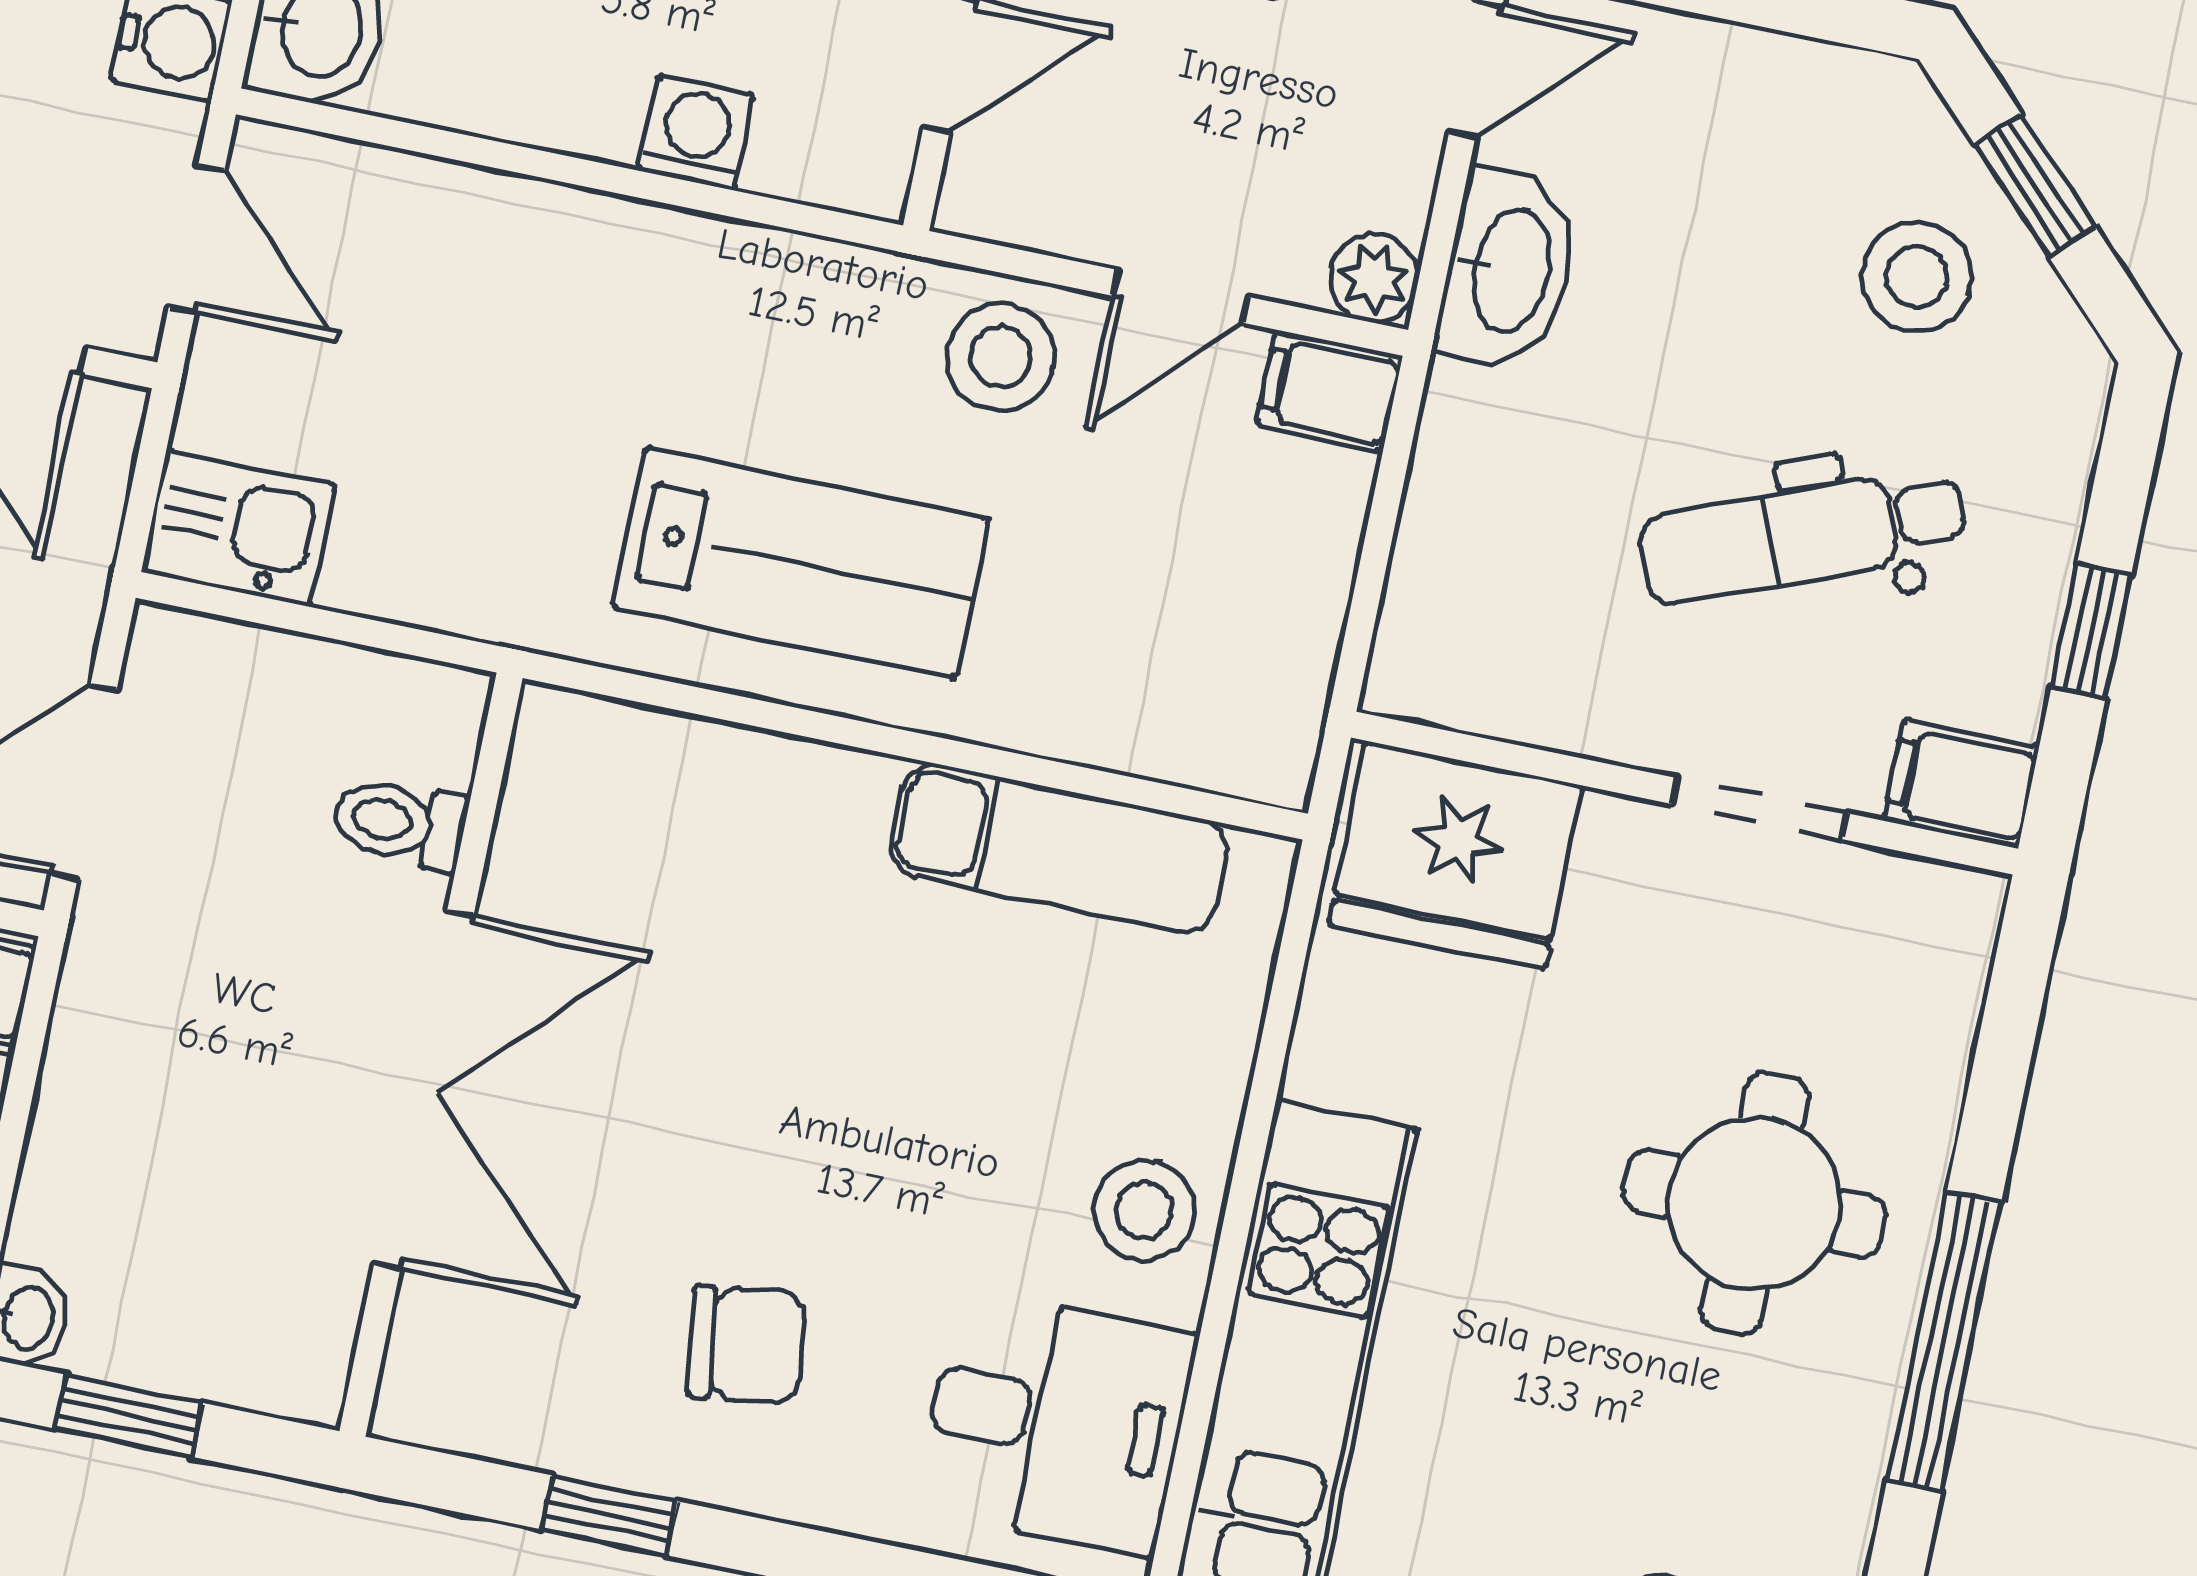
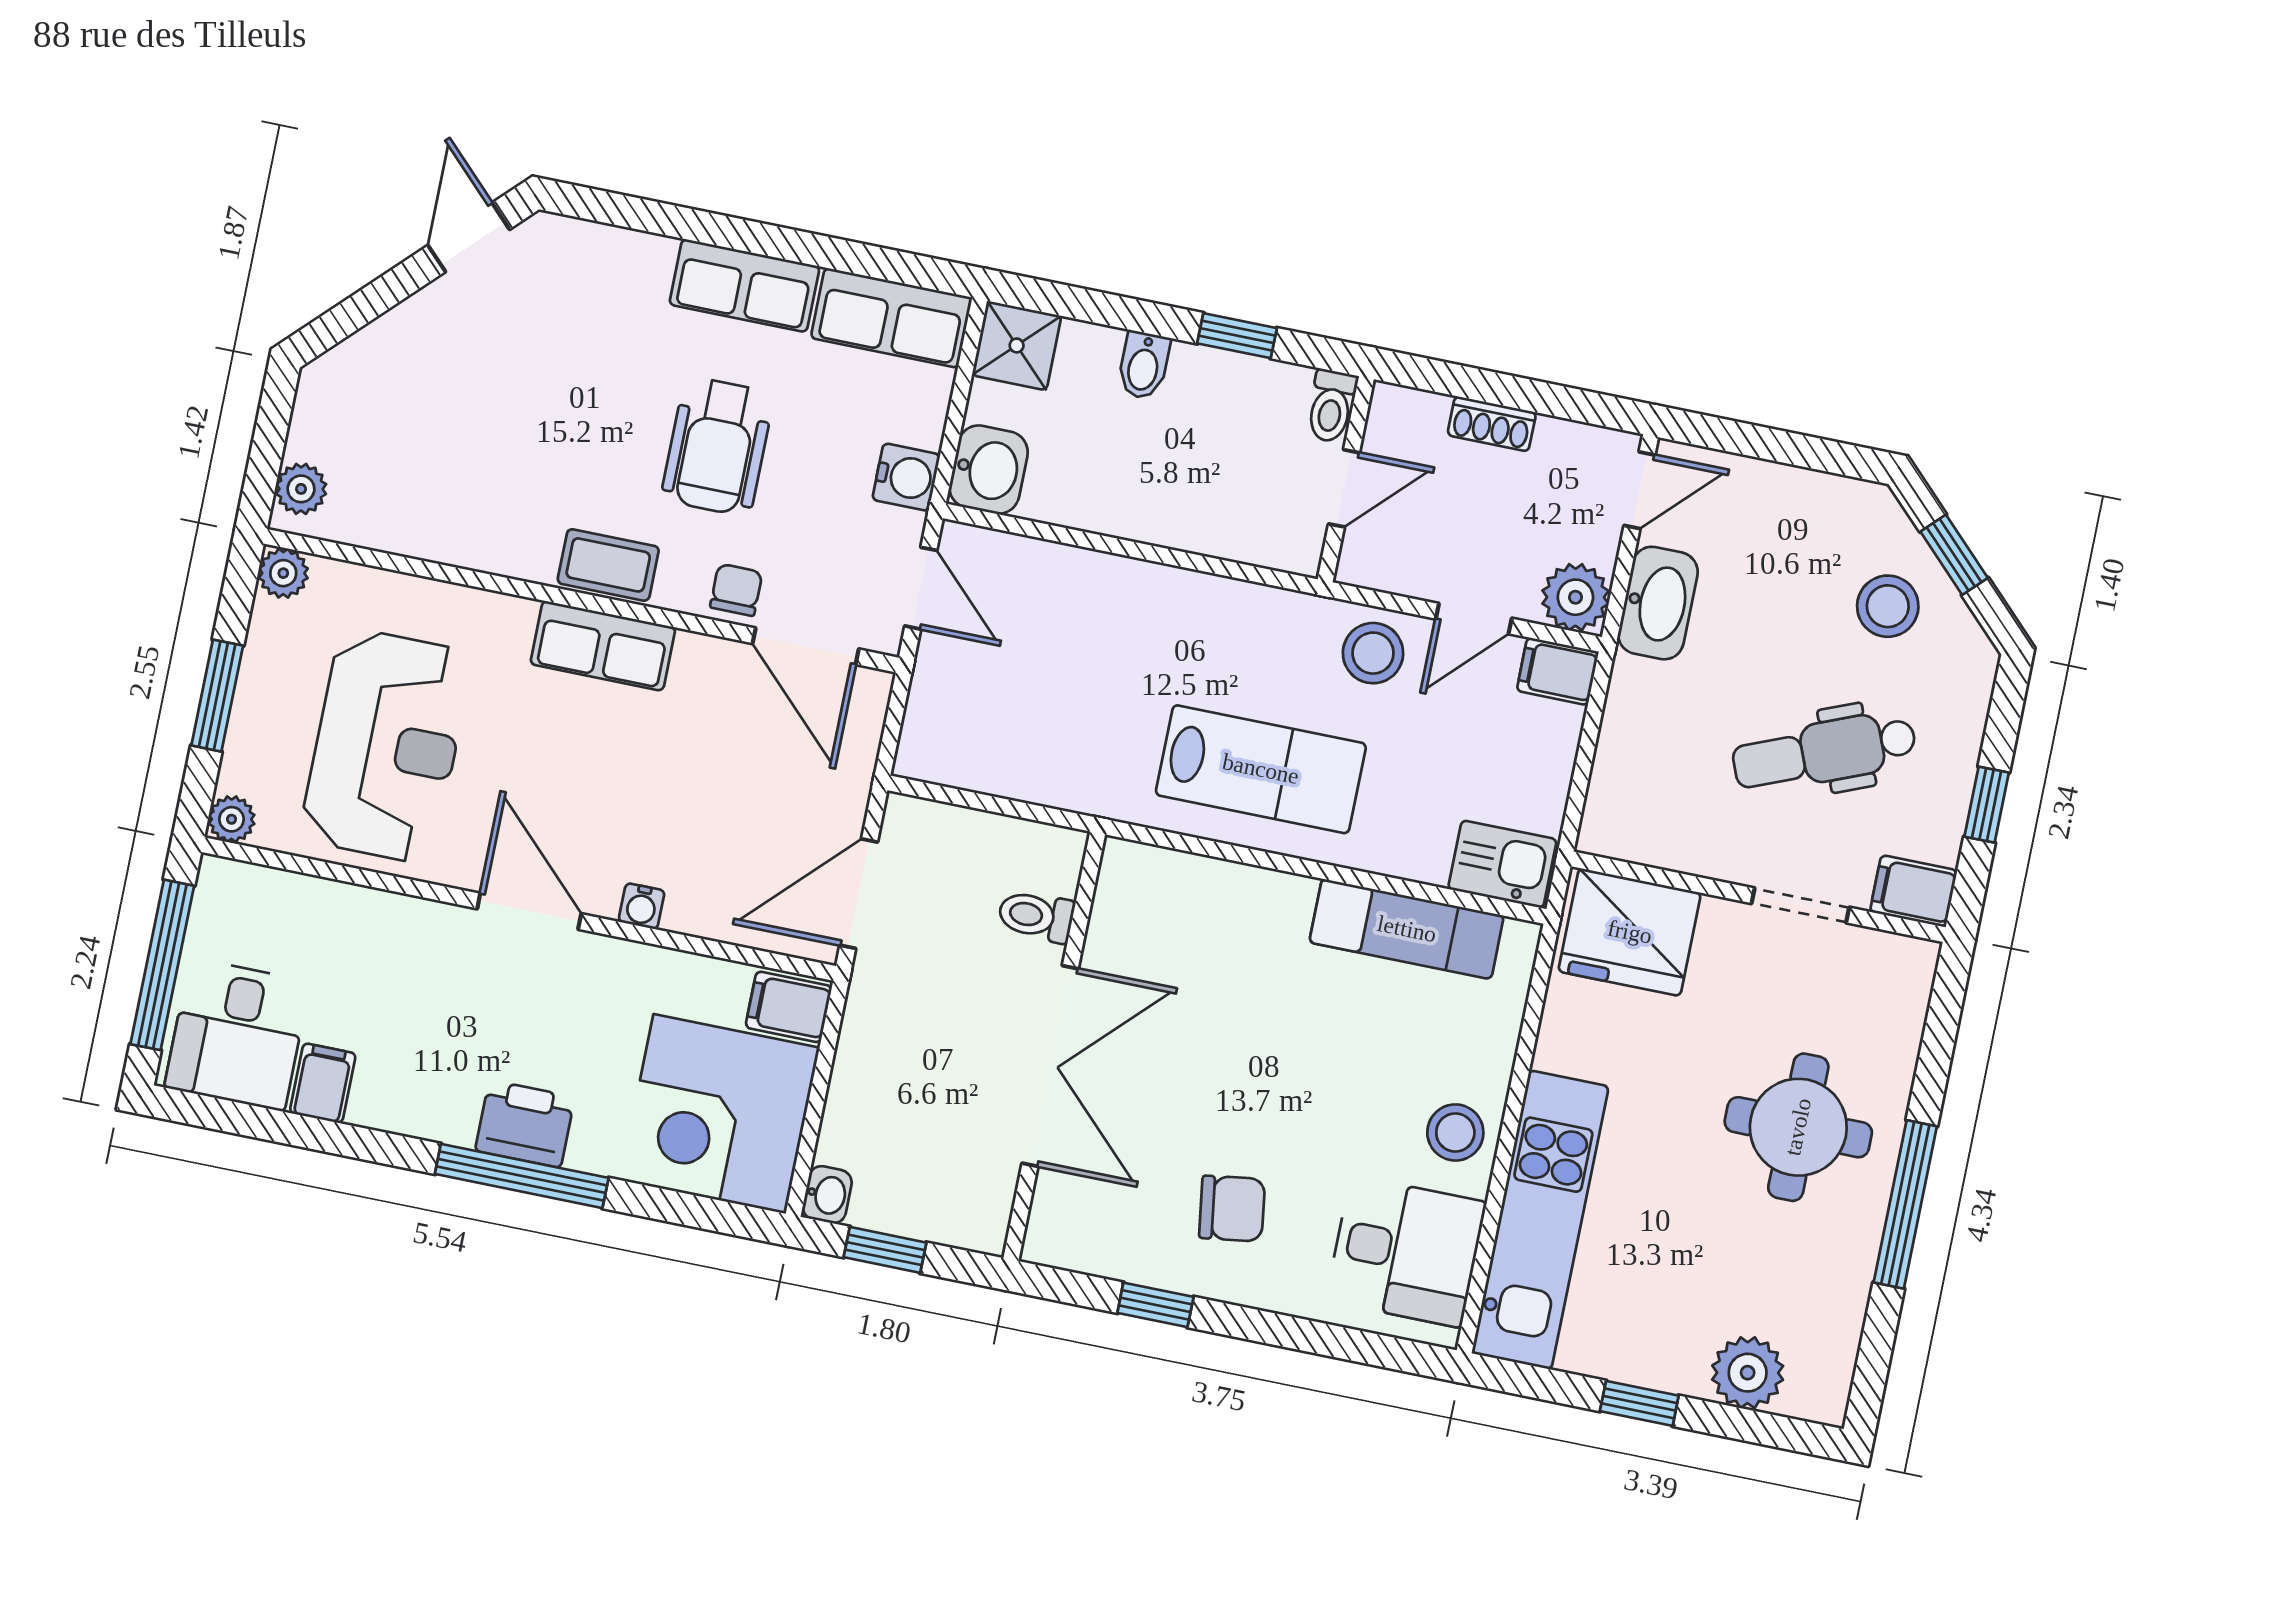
washing machine: (696, 133) -> (1202, 528), removed
plant: (1374, 278) -> (1575, 597), width x1.38, depth x1.38
kitchen sink: (238, 528) -> (1502, 864), moved

